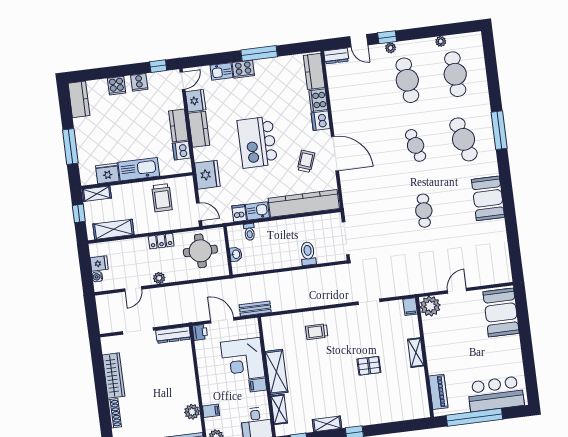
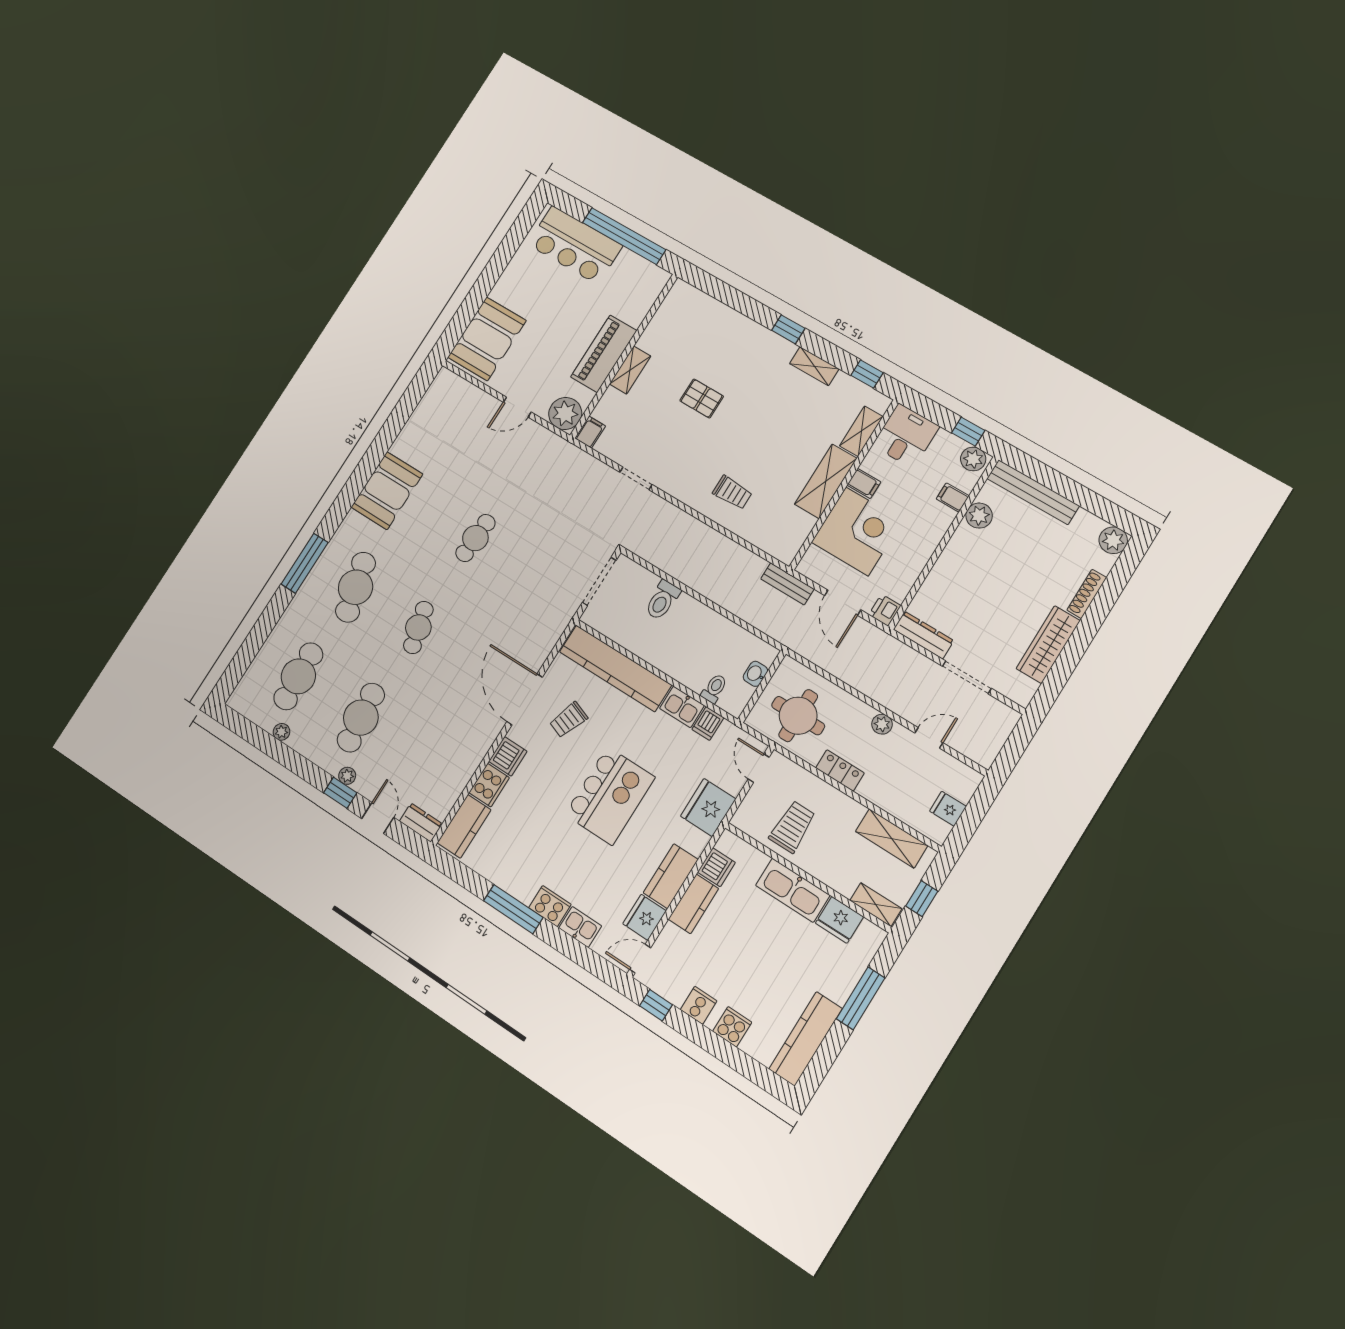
kitchen counter: (79, 99) -> (806, 1039), width x1.50
water cooler: (97, 277) -> (965, 793), removed
piano: (438, 392) -> (604, 354), moved, width x1.37, depth x1.33

